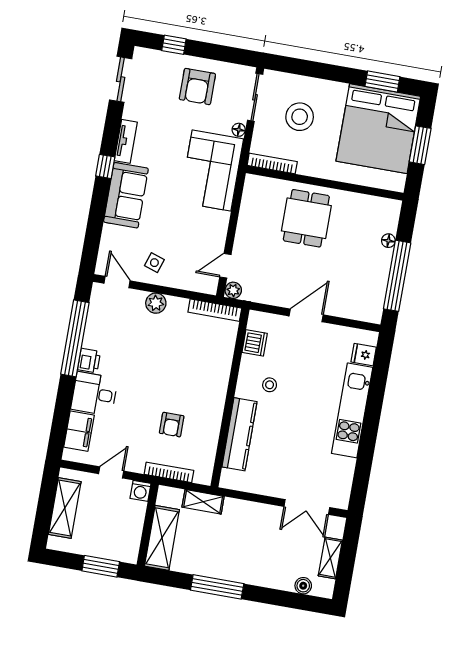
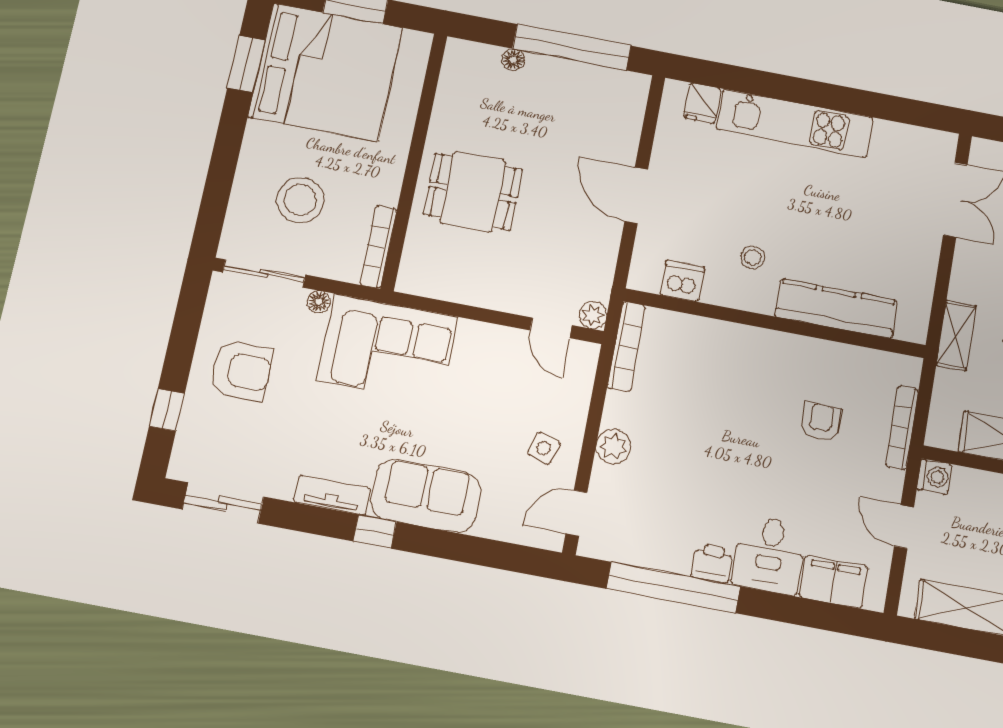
armchair: (172, 425) -> (821, 422), turned -90
shelving: (203, 502) -> (956, 335), moved

